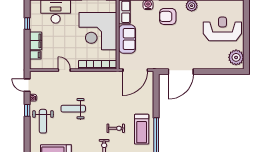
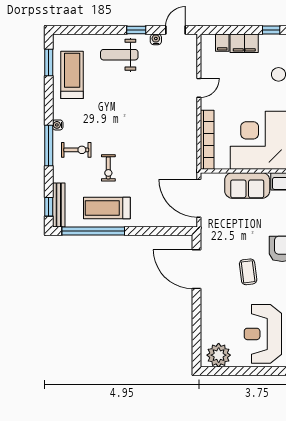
reception desk: (222, 29) -> (263, 334), turned 180
coffee table: (183, 38) -> (248, 272), added
weight bench: (73, 109) -> (139, 102), removed

